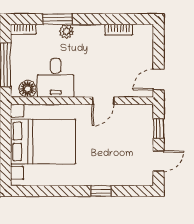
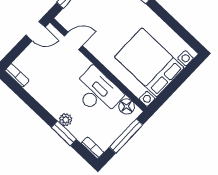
bookcase: (119, 30) -> (17, 75), moved
desk: (56, 78) -> (97, 92), width x1.37
door: (103, 101) -> (73, 41), moved

